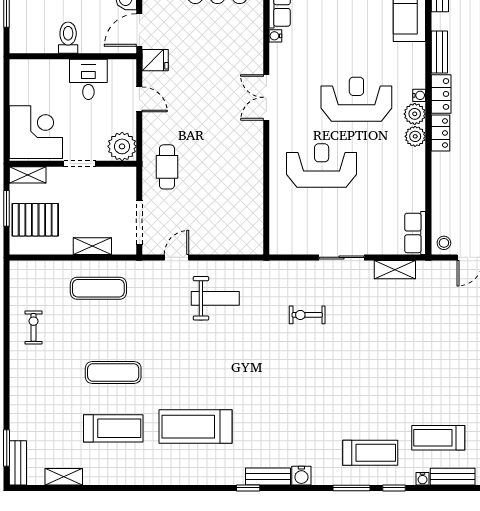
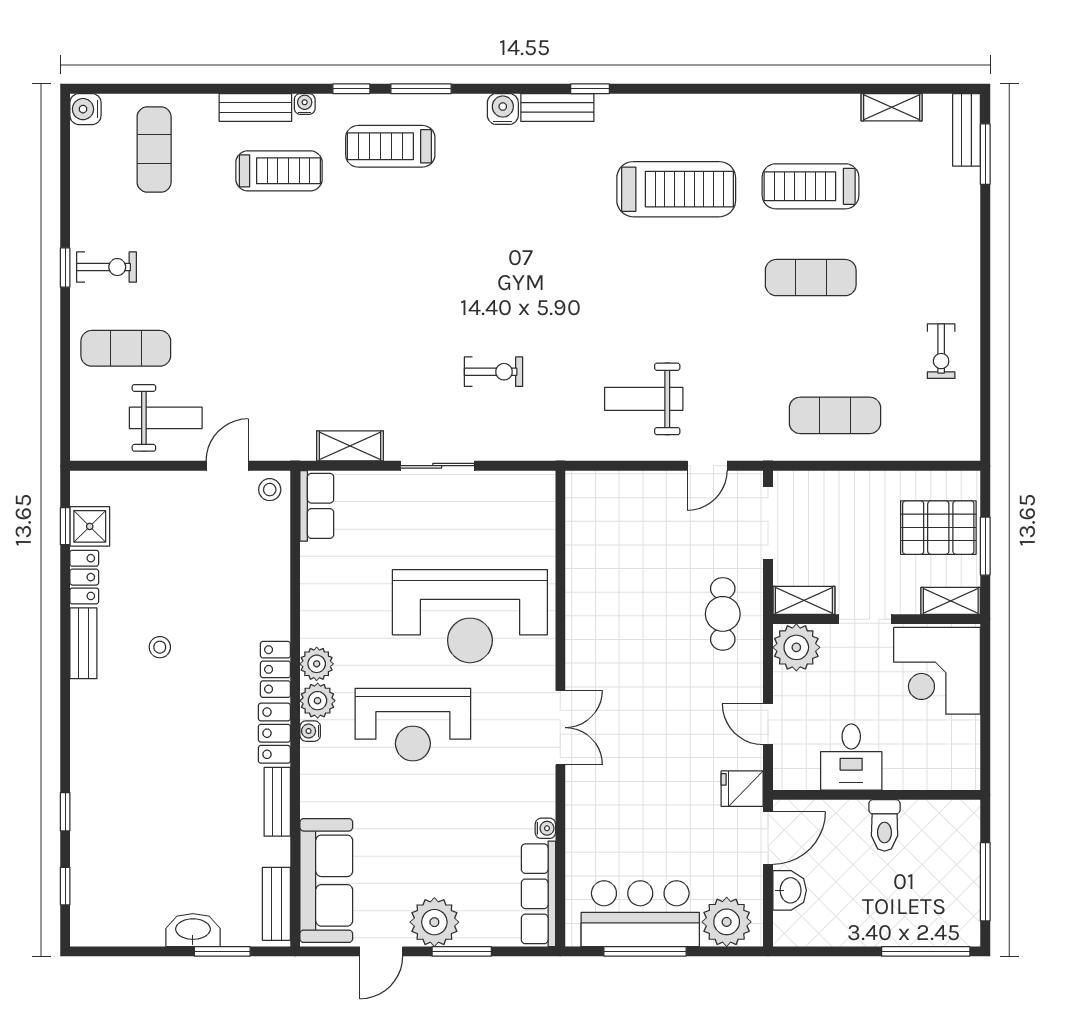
reception desk: (322, 166) -> (470, 616), width x1.36, depth x1.30
shelving: (92, 246) -> (804, 600), moved

